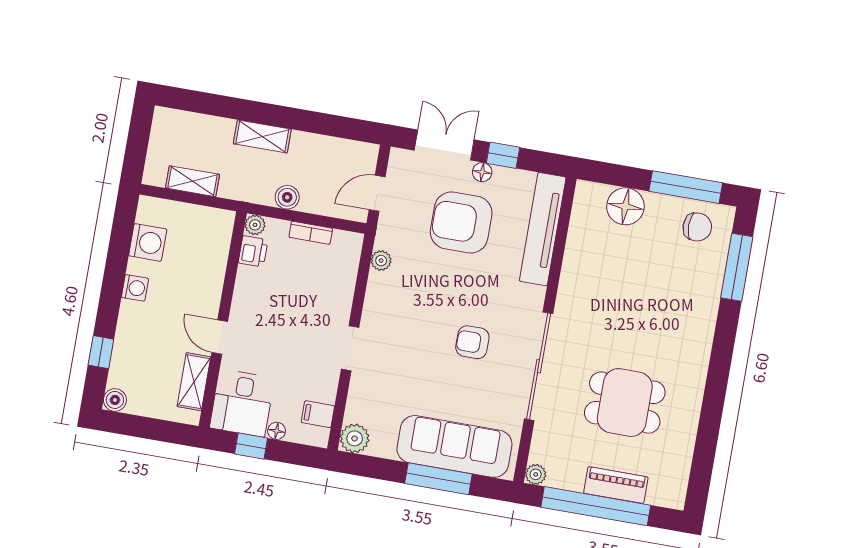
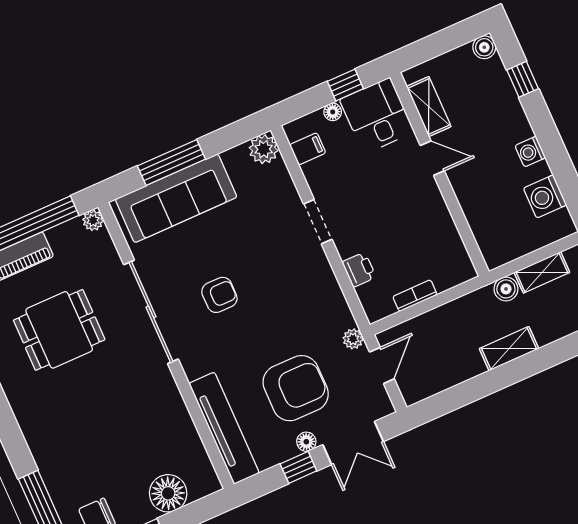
boiler: (287, 197) -> (506, 289), moved
plant: (255, 225) -> (466, 271), removed
printer: (253, 251) -> (359, 270), moved, turned 180
plant: (381, 261) -> (353, 339), moved

